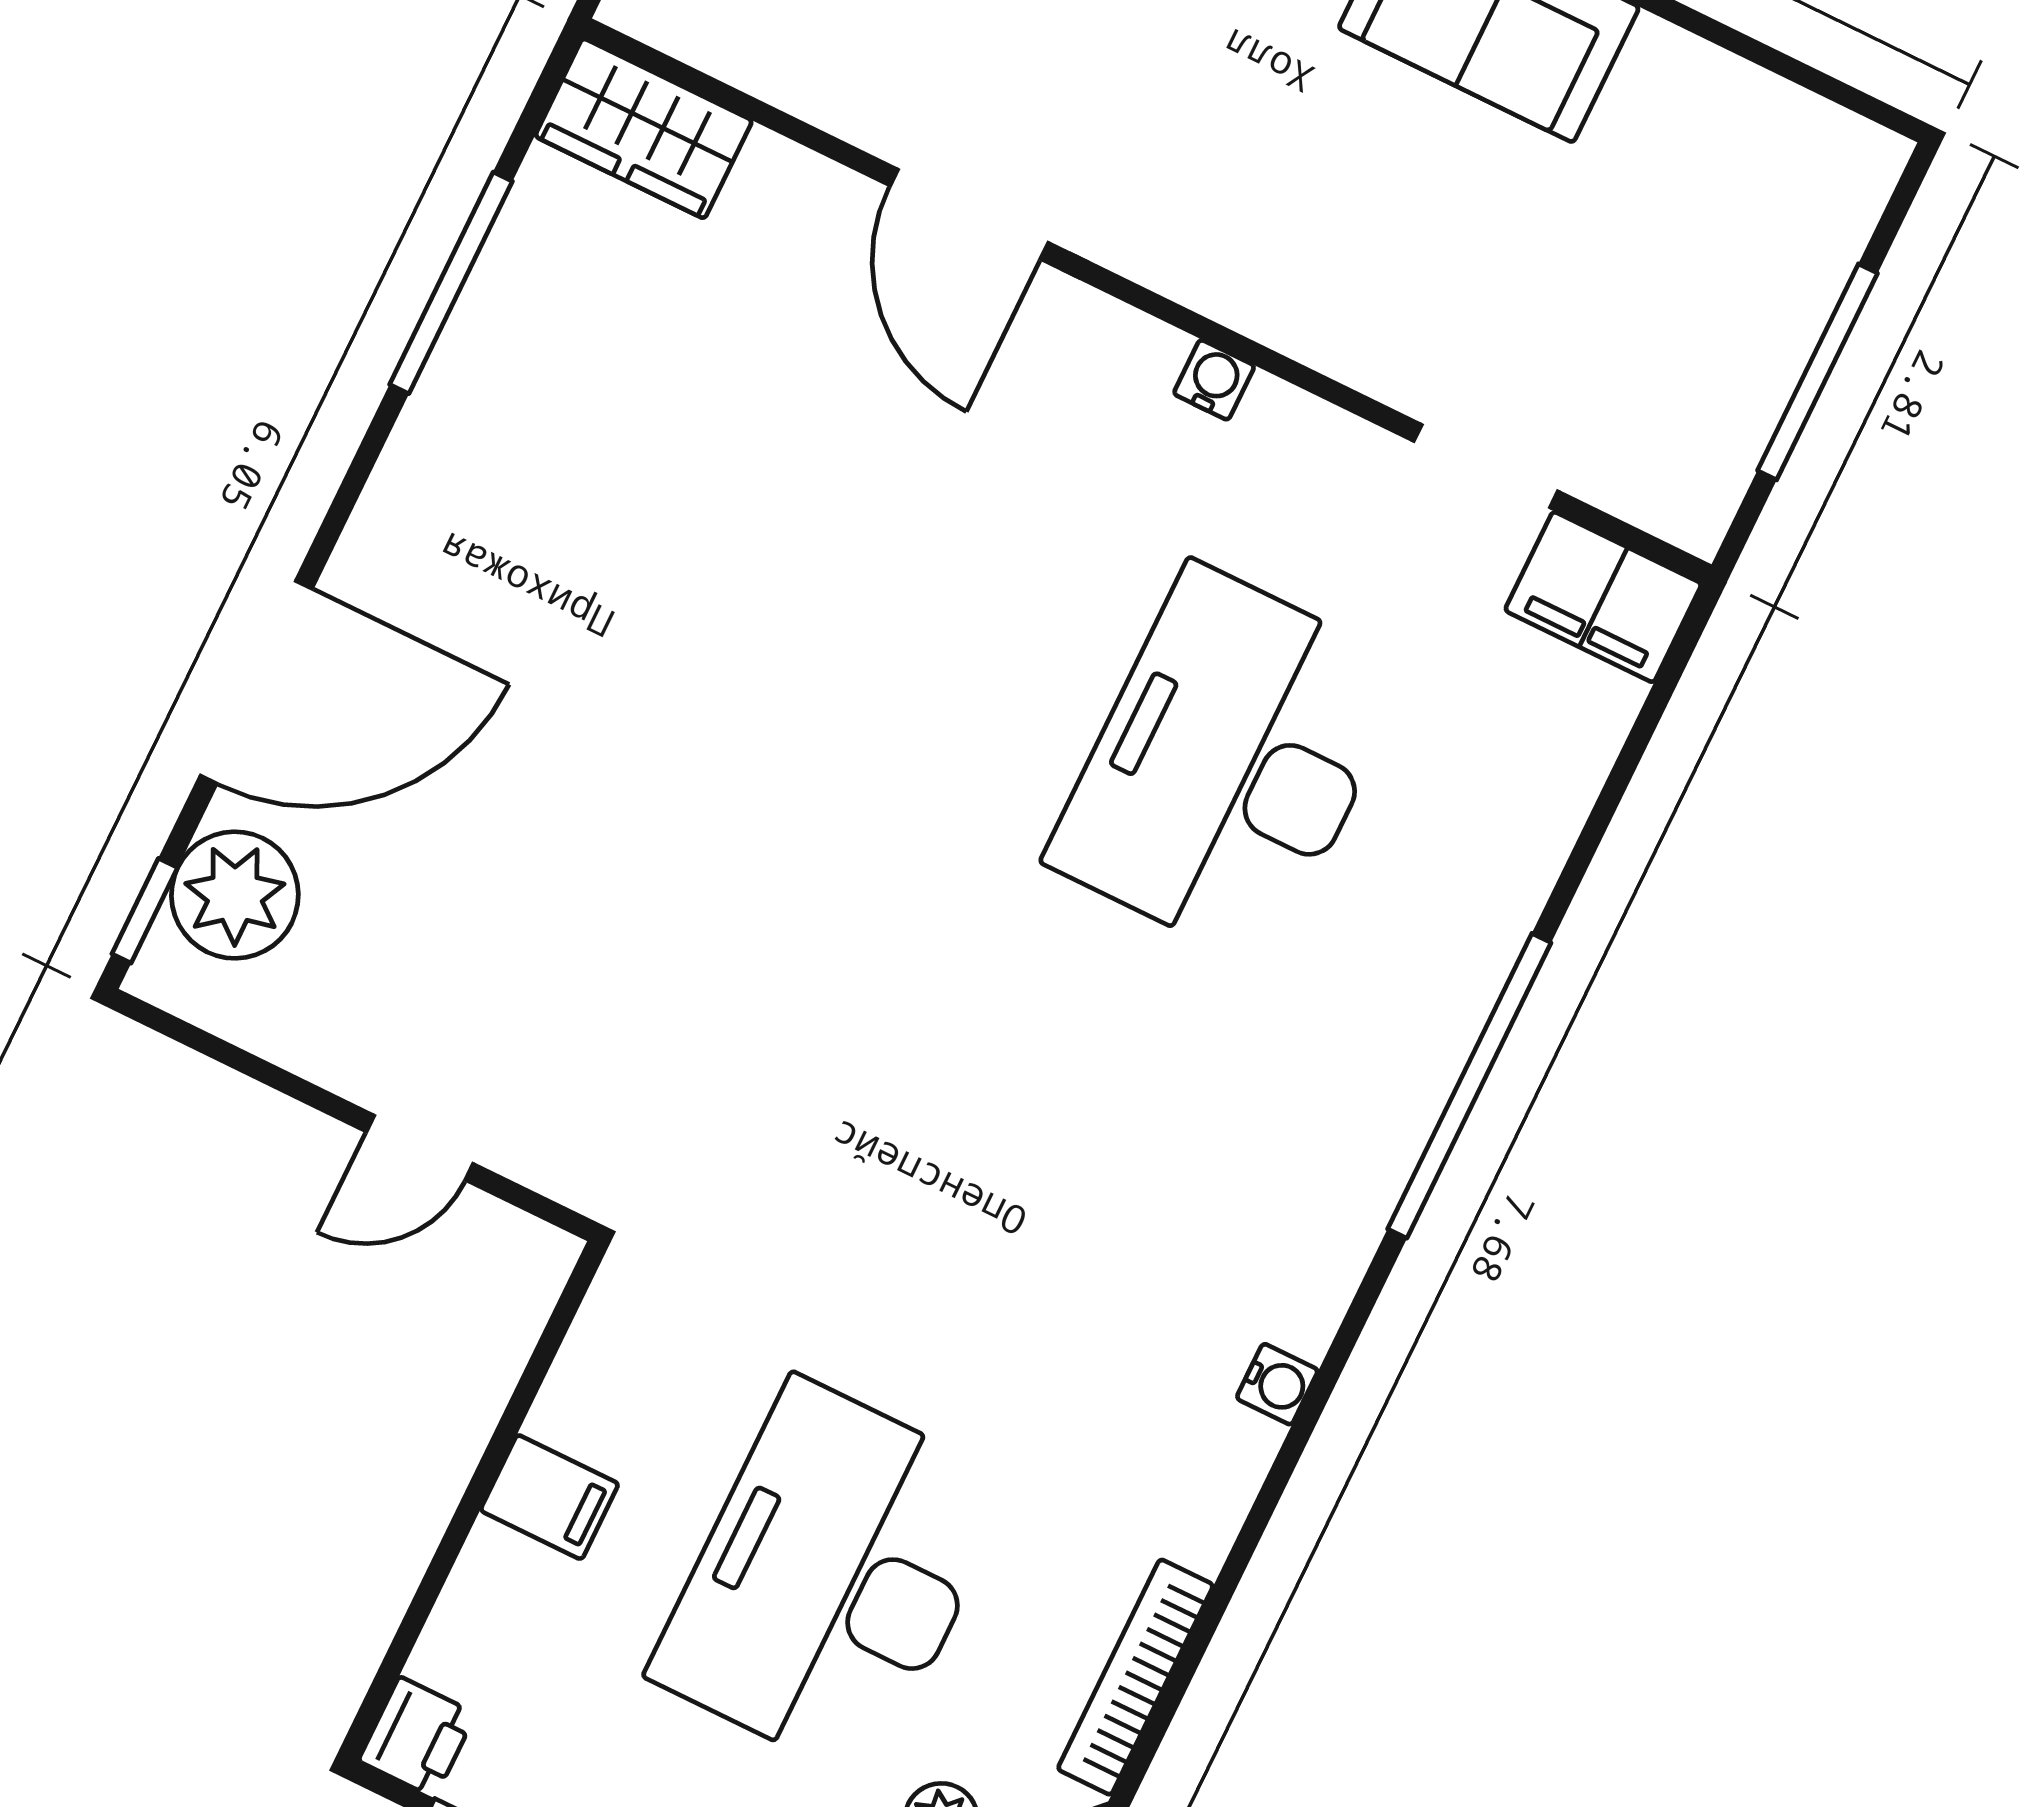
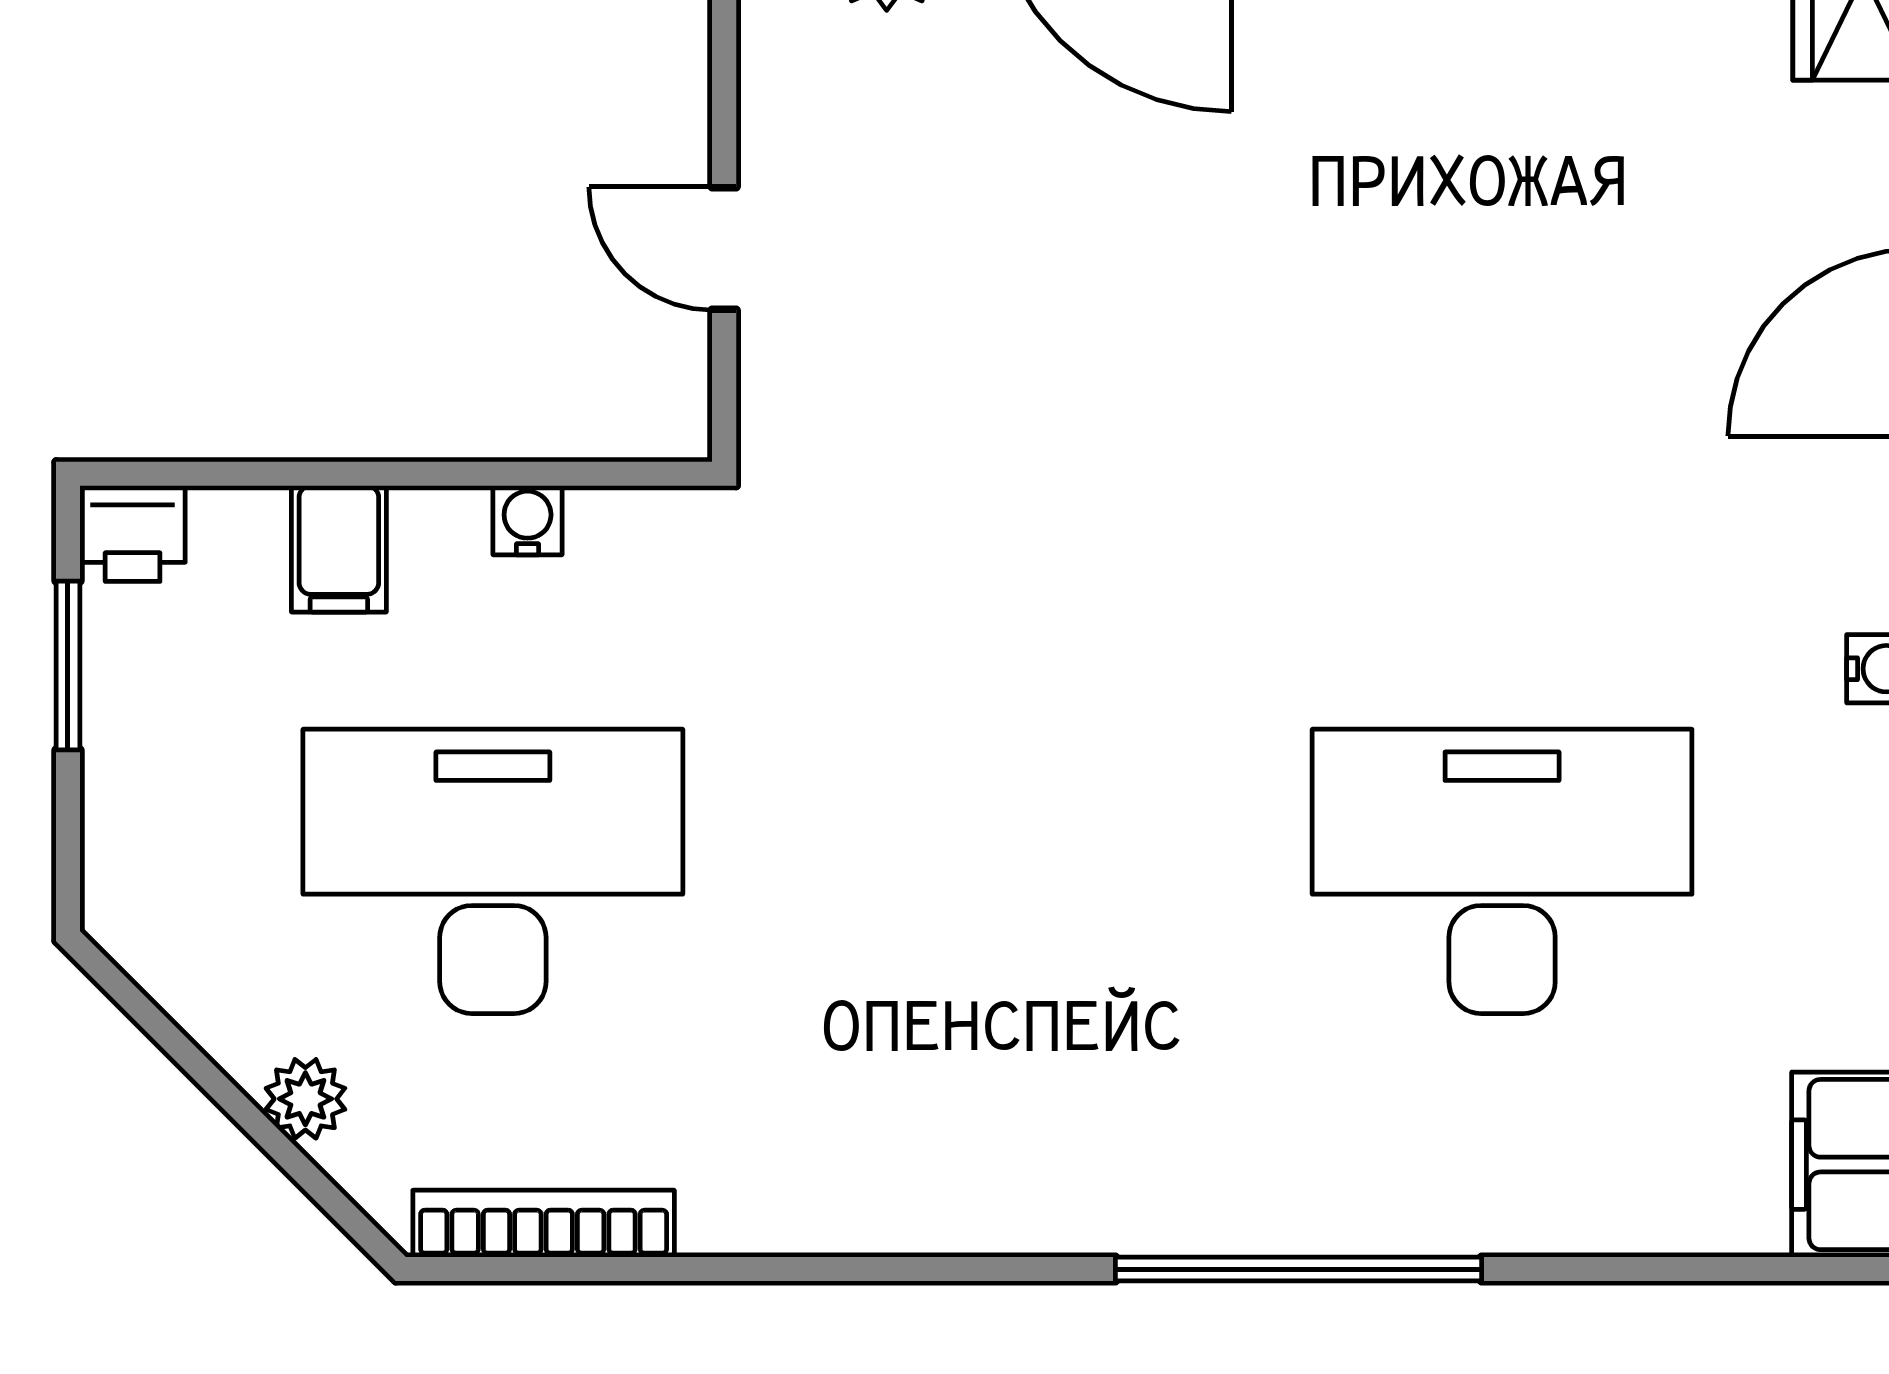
water cooler: (1277, 1384) -> (528, 520), moved, turned 180
filing cabinet: (549, 1497) -> (339, 549), moved

